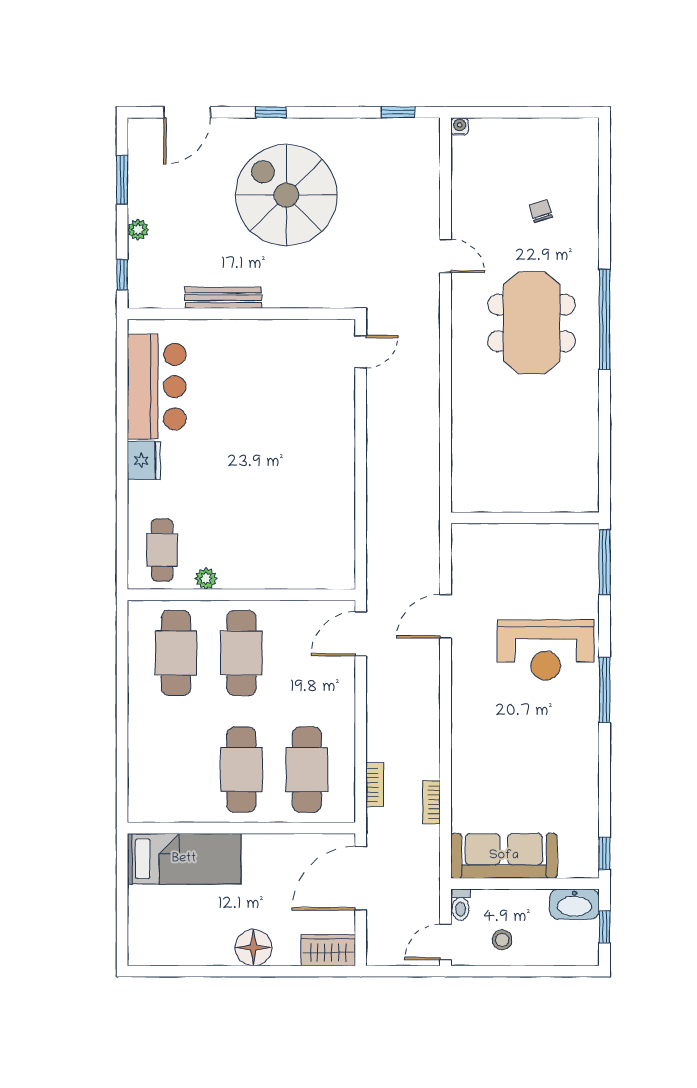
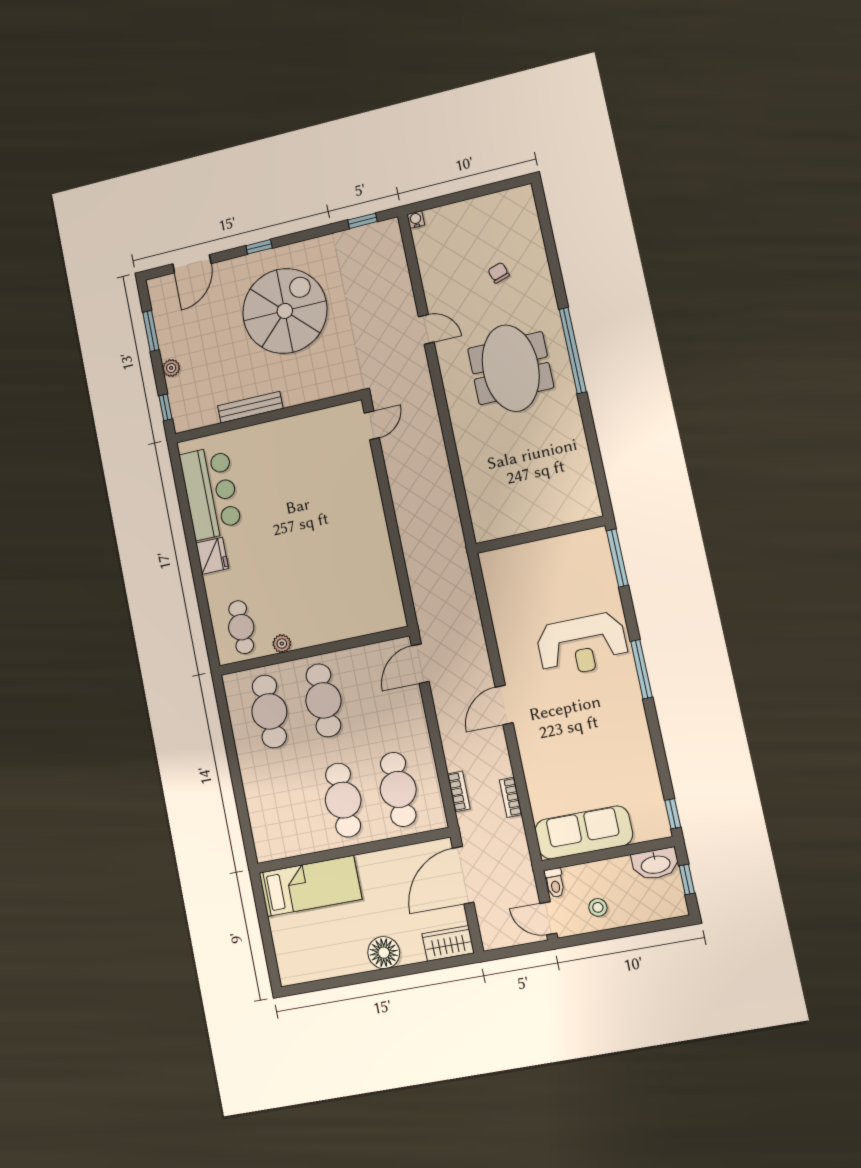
spiral stairs: (286, 195) -> (285, 311), turned 90
door: (446, 616) -> (504, 705), moved
door: (446, 942) -> (548, 918), hinge flipped

